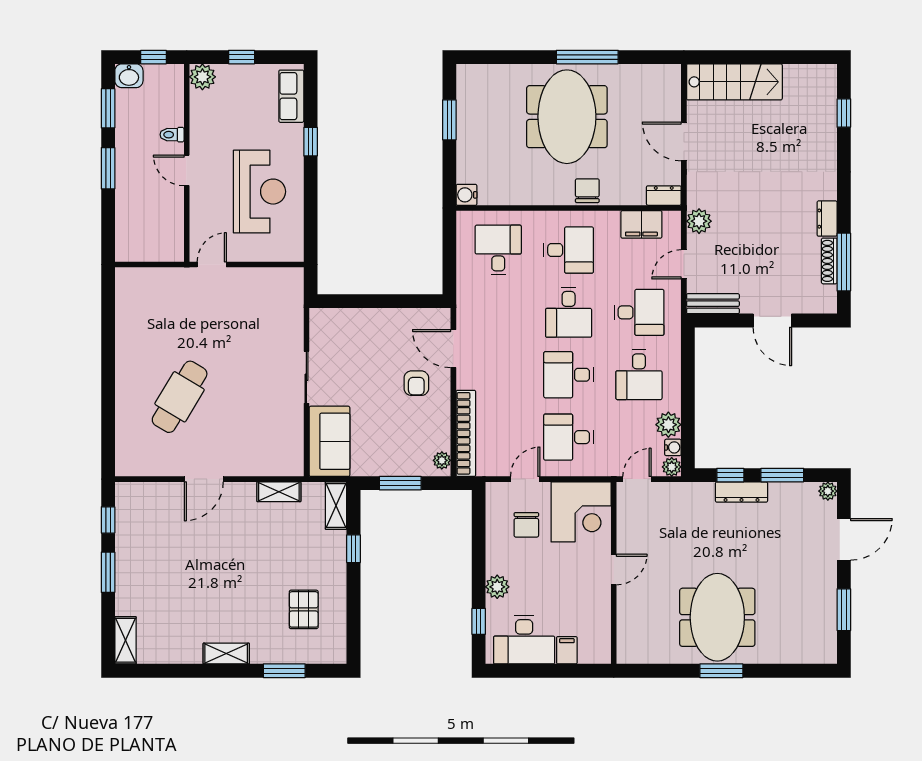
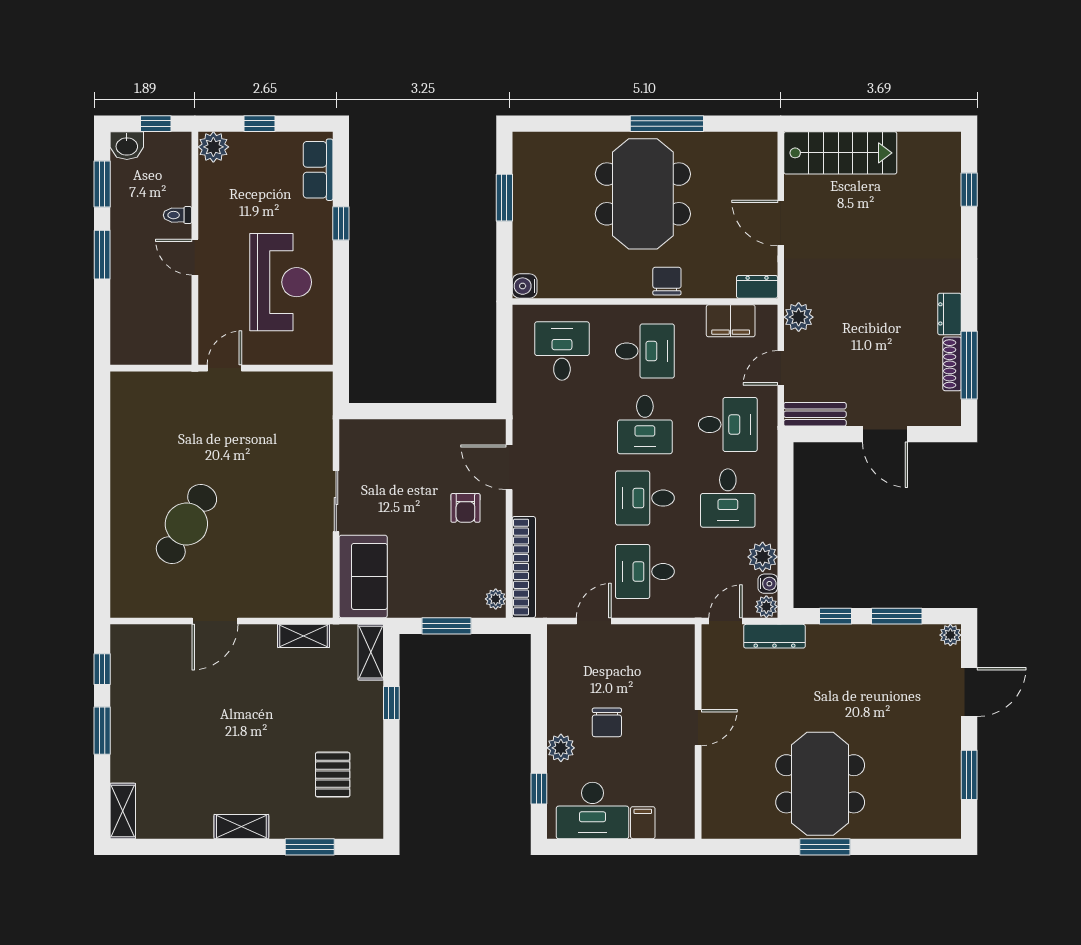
dresser: (742, 492) -> (774, 636), moved
corner desk: (581, 512) -> (660, 660), removed
chair: (526, 525) -> (607, 722), moved

